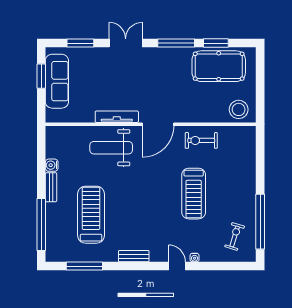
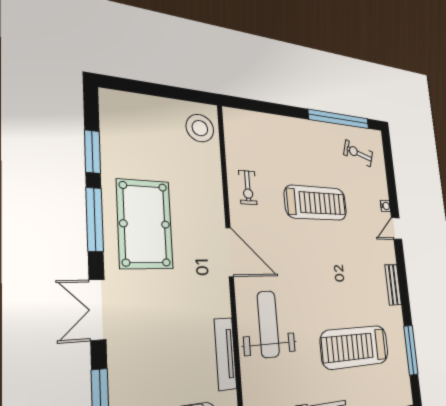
pool table: (219, 66) -> (145, 224), moved
tv unit: (117, 117) -> (225, 354), moved
exercise bike: (201, 140) -> (248, 188), width x0.73, depth x0.72
weight bench: (111, 148) -> (268, 324), turned 180

